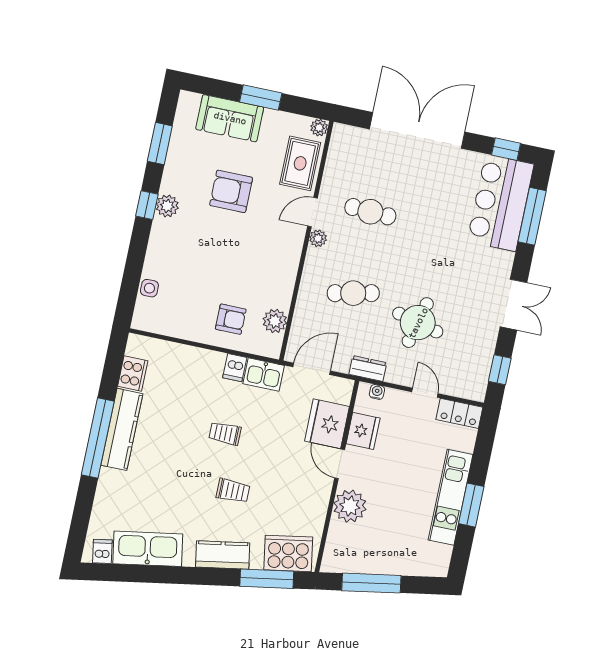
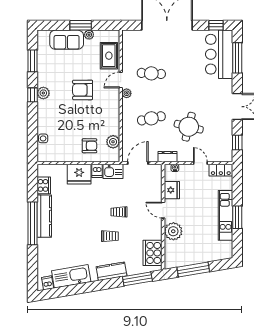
plant: (319, 128) -> (89, 35), moved
armchair: (231, 191) -> (83, 90), moved
fridge: (327, 424) -> (79, 174), moved, turned -90
trolley: (225, 433) -> (119, 212), moved
cooker: (288, 553) -> (153, 253), moved, turned -80

